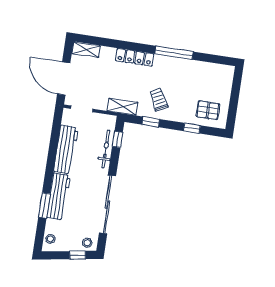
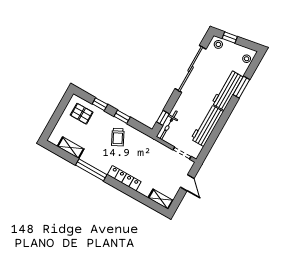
door: (64, 79) -> (187, 183), width x0.53
shelving: (122, 107) -> (71, 148), moved
window: (151, 122) -> (122, 117), moved
bicycle: (106, 149) -> (169, 125), moved

